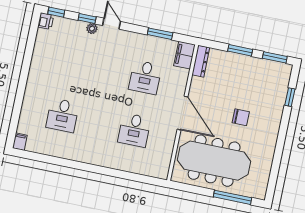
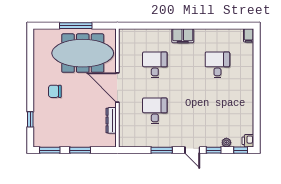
plant: (92, 29) -> (226, 143), moved
window: (160, 34) -> (162, 150), moved
filing cabinet: (185, 55) -> (183, 36), moved, turned 90
dresser: (201, 61) -> (111, 120), moved
chair: (241, 117) -> (55, 91), moved
window: (232, 197) -> (76, 26), moved

